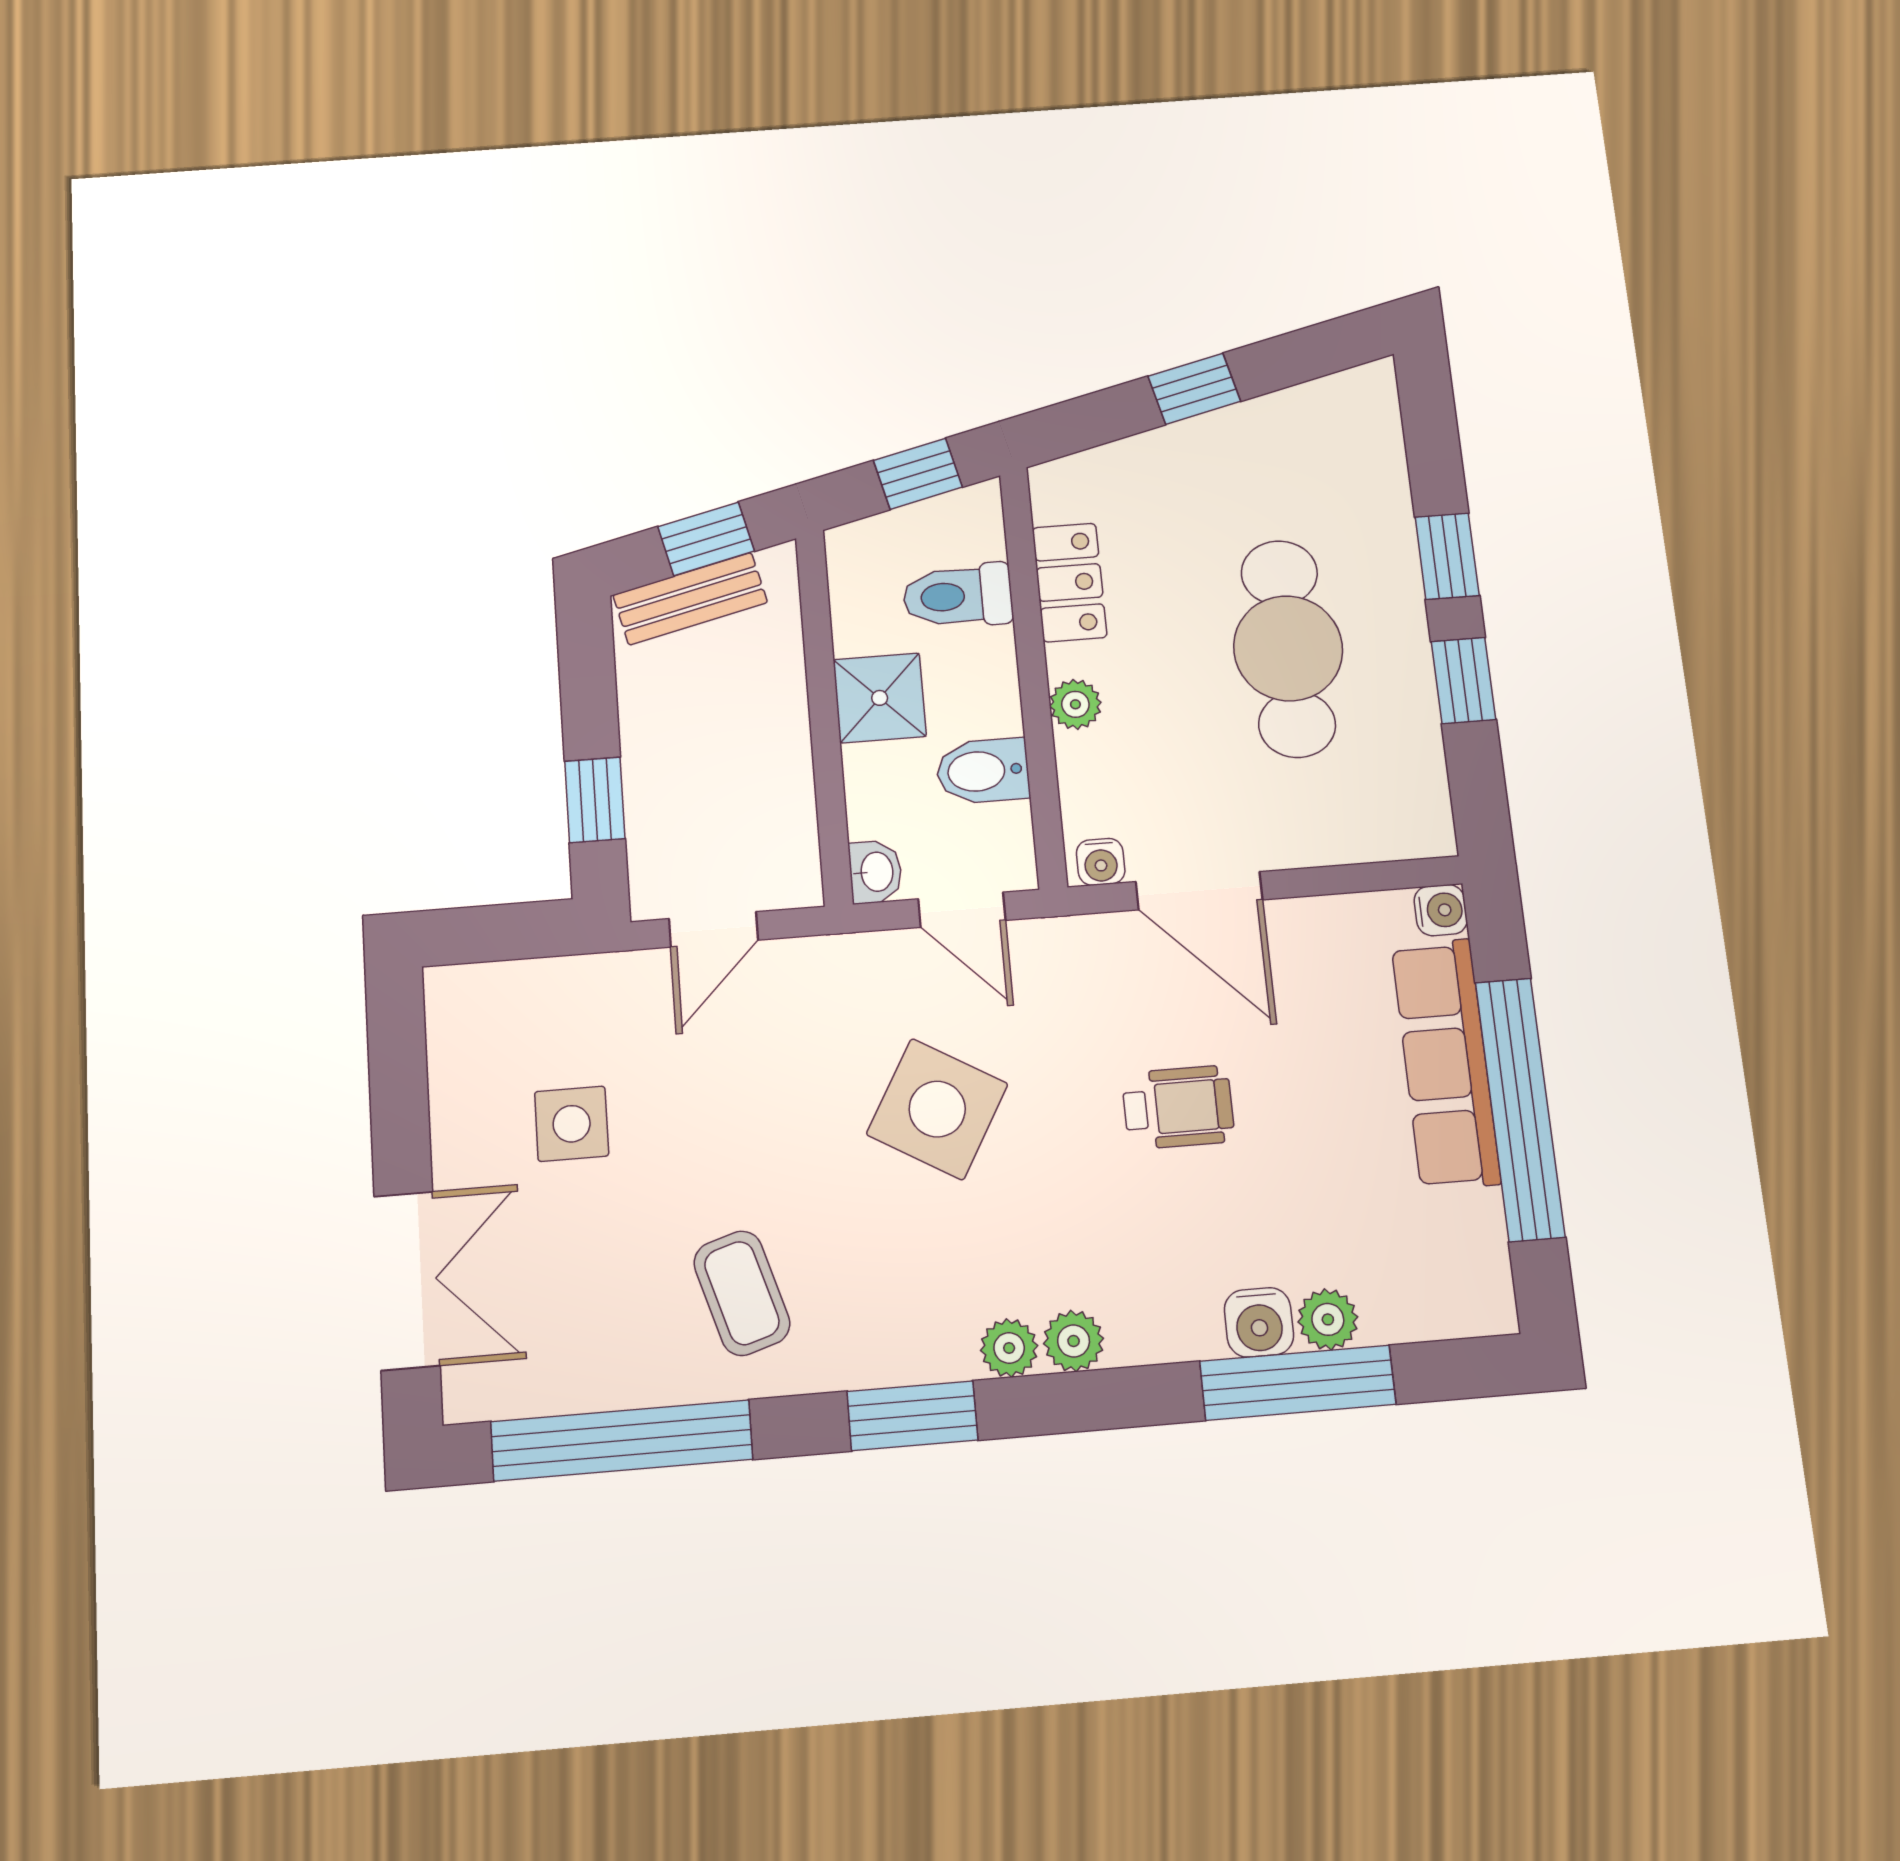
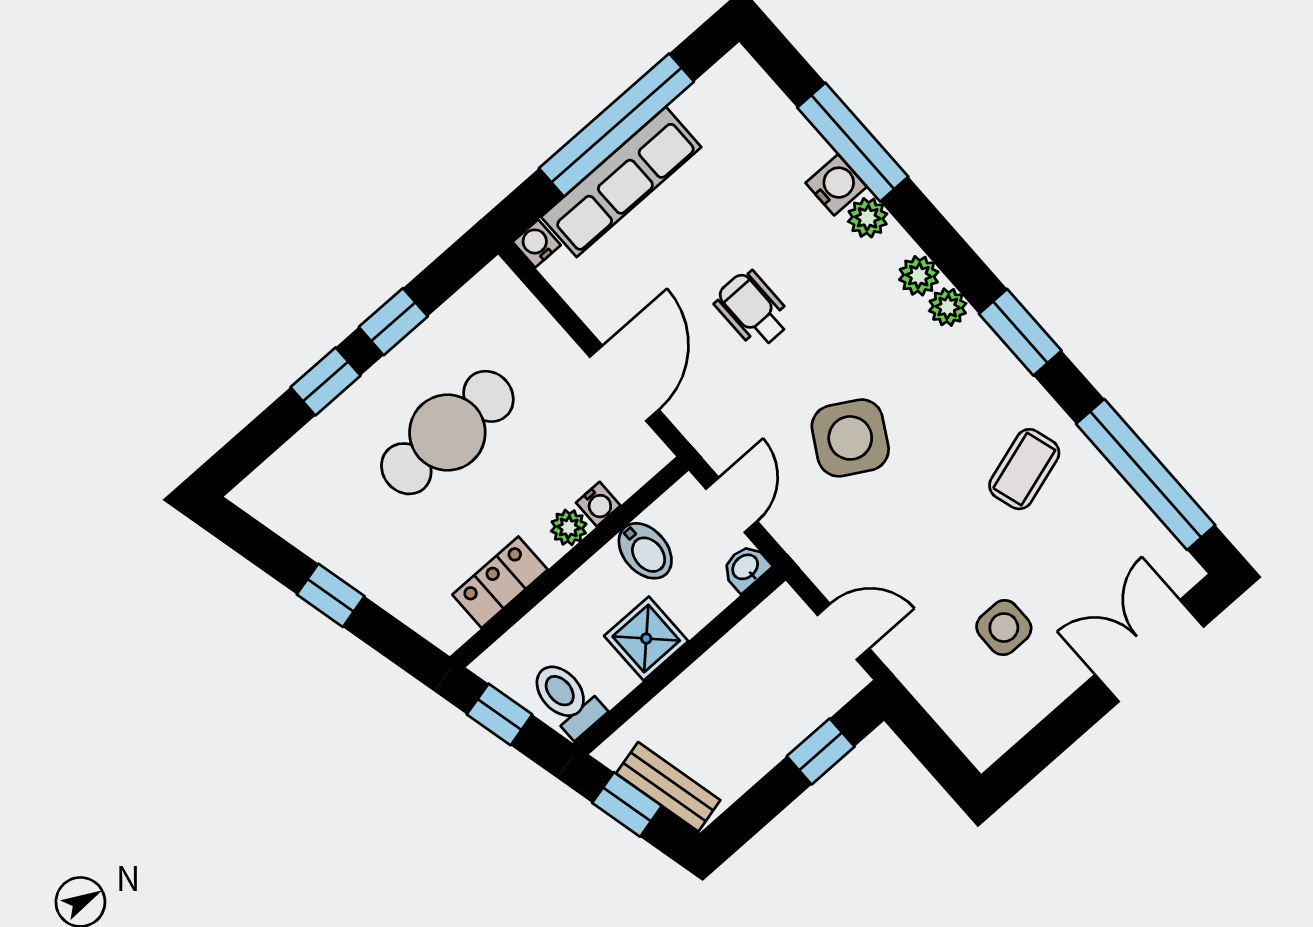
toilet: (958, 596) -> (567, 699), moved, turned 180
water cooler: (1101, 862) -> (598, 504), moved, turned 90
plant: (1328, 1319) -> (868, 218), moved

